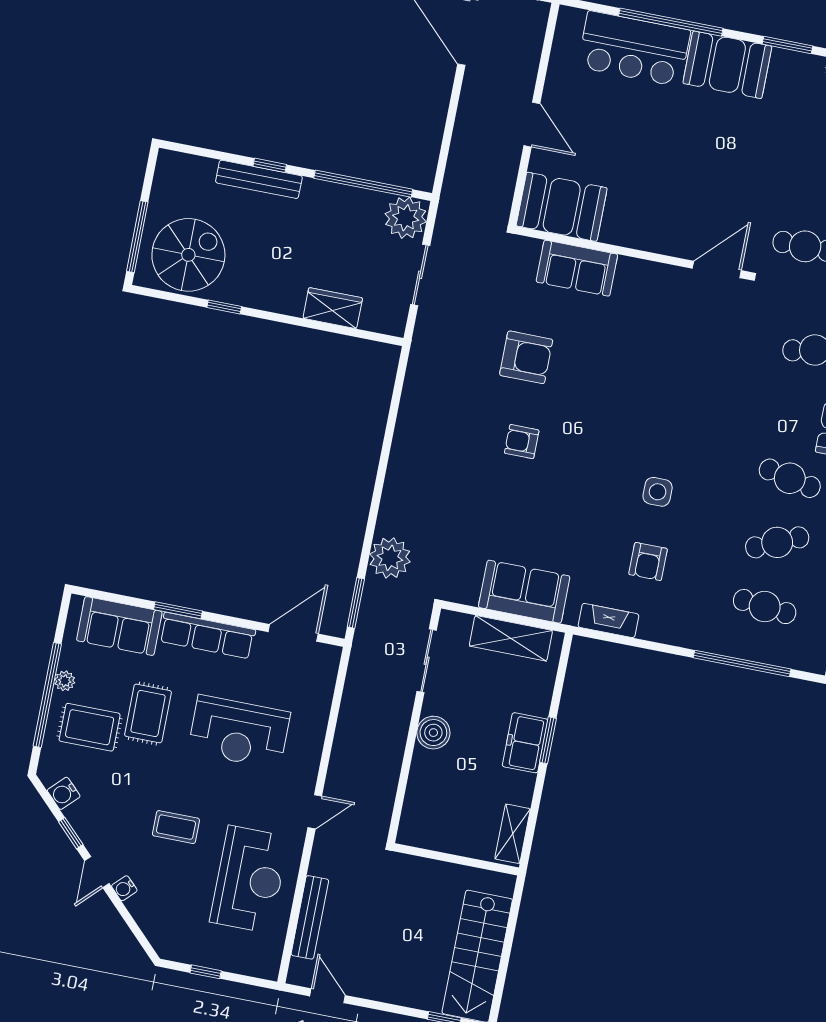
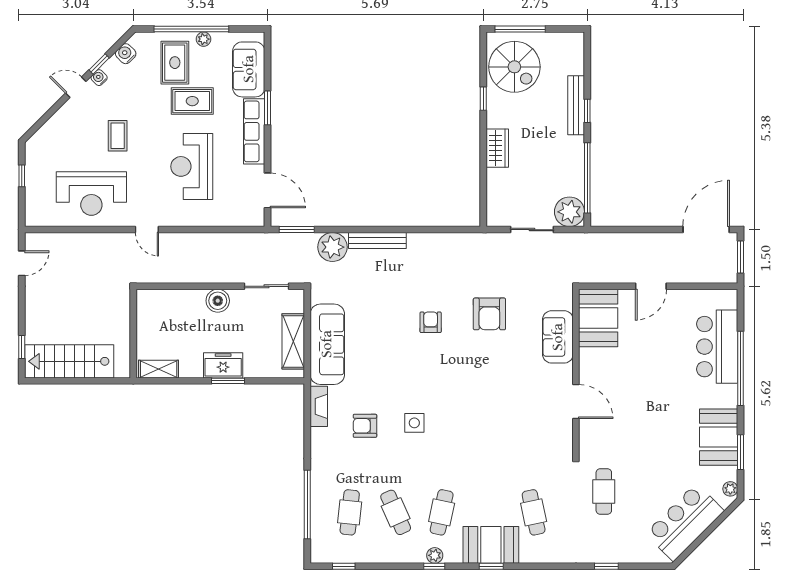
booth: (727, 65) -> (719, 437), moved
door: (717, 269) -> (576, 401), moved
wardrobe: (333, 308) -> (497, 148), moved
sofa: (524, 592) -> (327, 344), width x1.36
water cooler: (124, 888) -> (99, 78), moved
bench: (310, 917) -> (377, 240), moved

